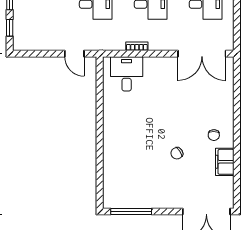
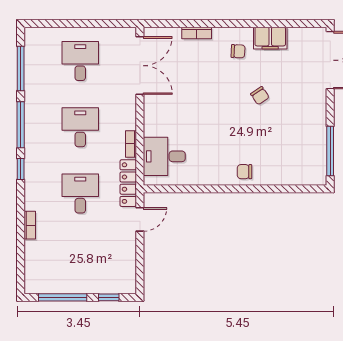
locker: (104, 44) -> (128, 183), added
bookcase: (229, 101) -> (197, 33), added
chair: (114, 141) -> (245, 172), added

